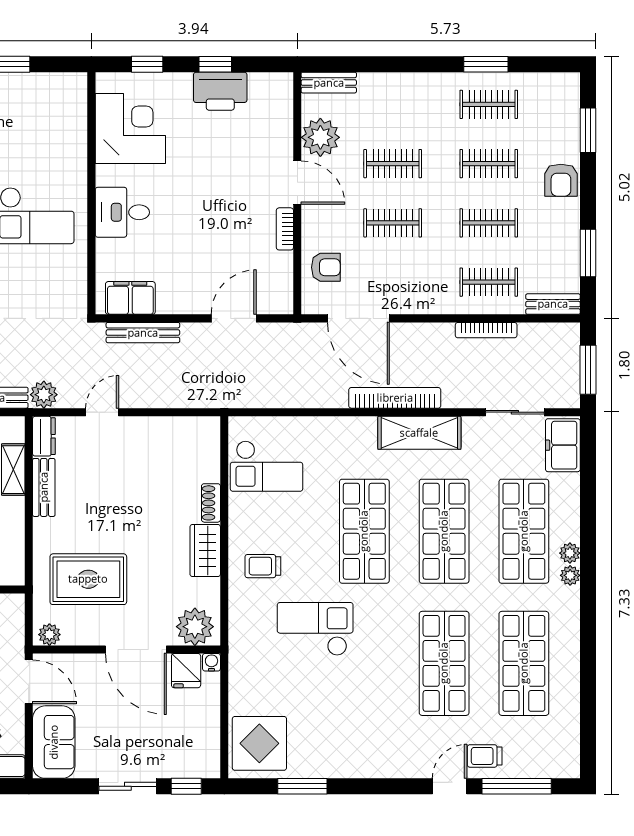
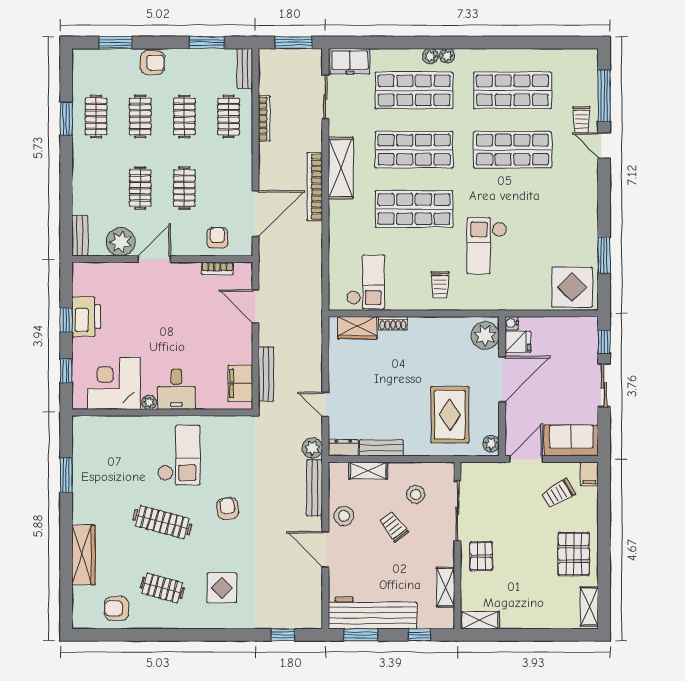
plant: (105, 175) -> (149, 402), added
bookcase: (285, 229) -> (217, 268), moved
wardrobe: (205, 551) -> (358, 328), moved

